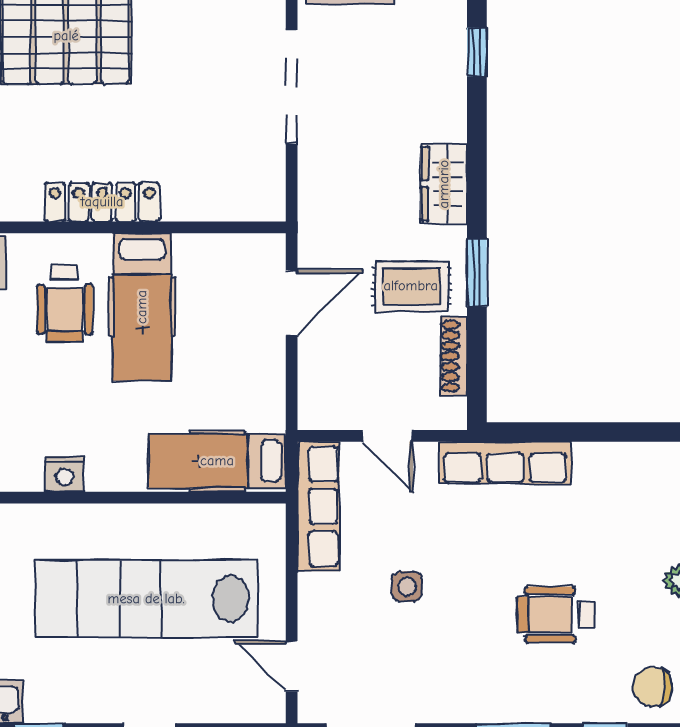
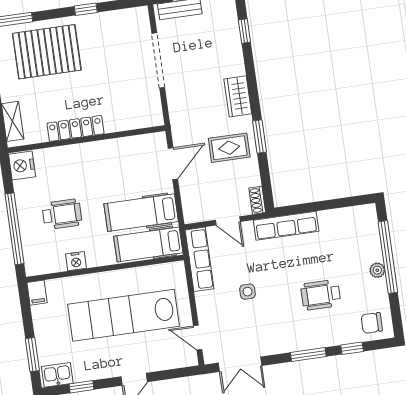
wheelchair: (65, 303) -> (62, 214), moved, turned -90
hospital bed: (142, 307) -> (141, 213), moved, turned 90
shoe rack: (454, 356) -> (257, 200), moved, width x0.70

